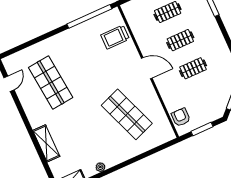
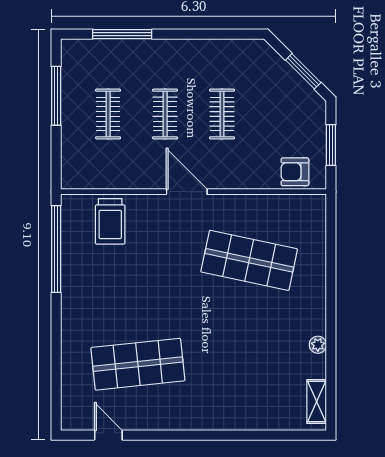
door: (147, 68) -> (187, 192), hinge flipped
shop shelf: (127, 114) -> (249, 260), turned 33
shelving: (46, 143) -> (237, 418), removed

